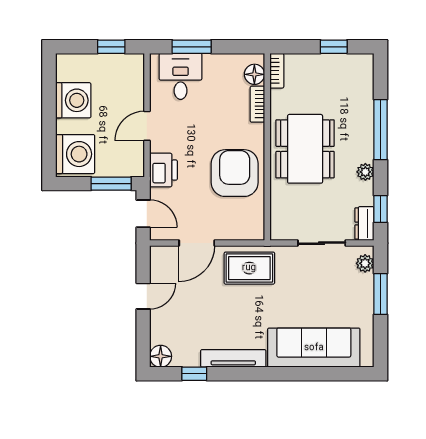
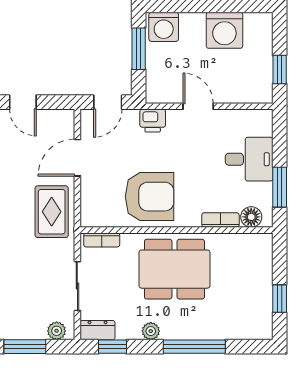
window: (192, 47) -> (280, 187), moved
bookcase: (277, 71) -> (102, 240), moved
desk: (181, 76) -> (249, 159), moved
washing machine: (75, 154) -> (164, 27), width x0.73, depth x0.73
printer: (163, 170) -> (153, 121), width x0.73, depth x0.81
window: (111, 184) -> (139, 49), moved
door: (197, 243) -> (77, 158), hinge flipped

